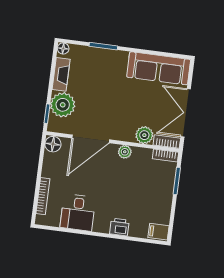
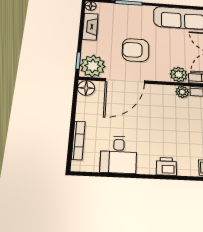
plant: (63, 105) -> (93, 66), moved
armchair: (105, 105) -> (136, 50), added
plant: (125, 152) -> (182, 92), moved

